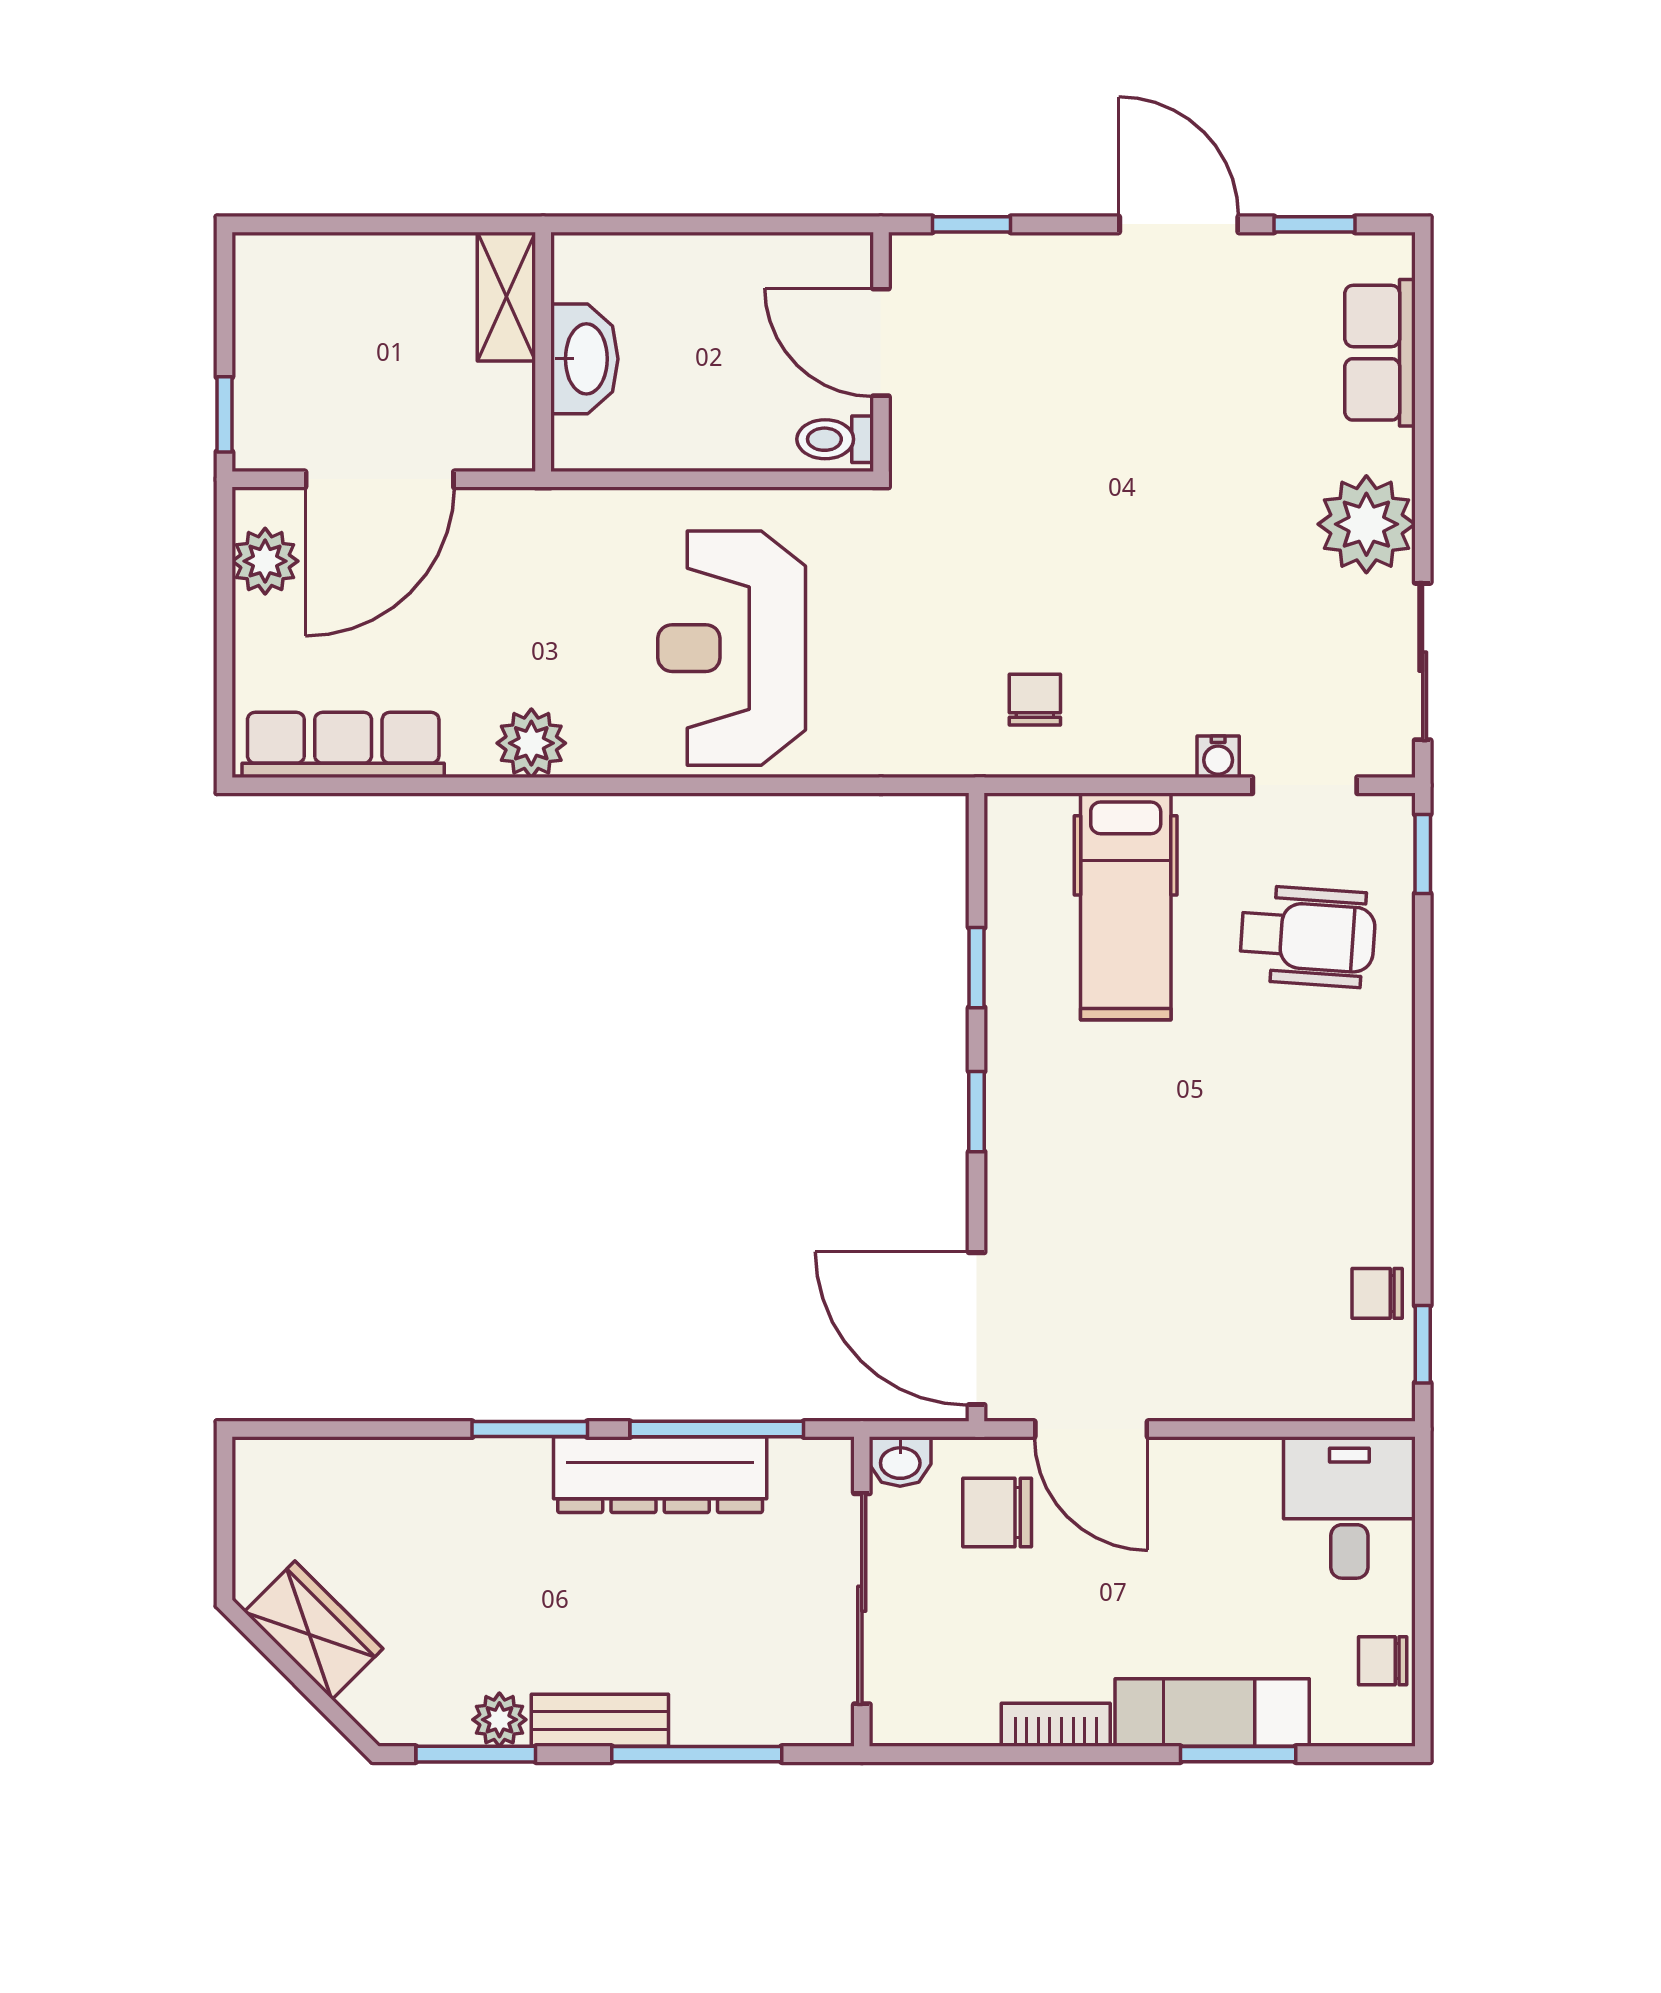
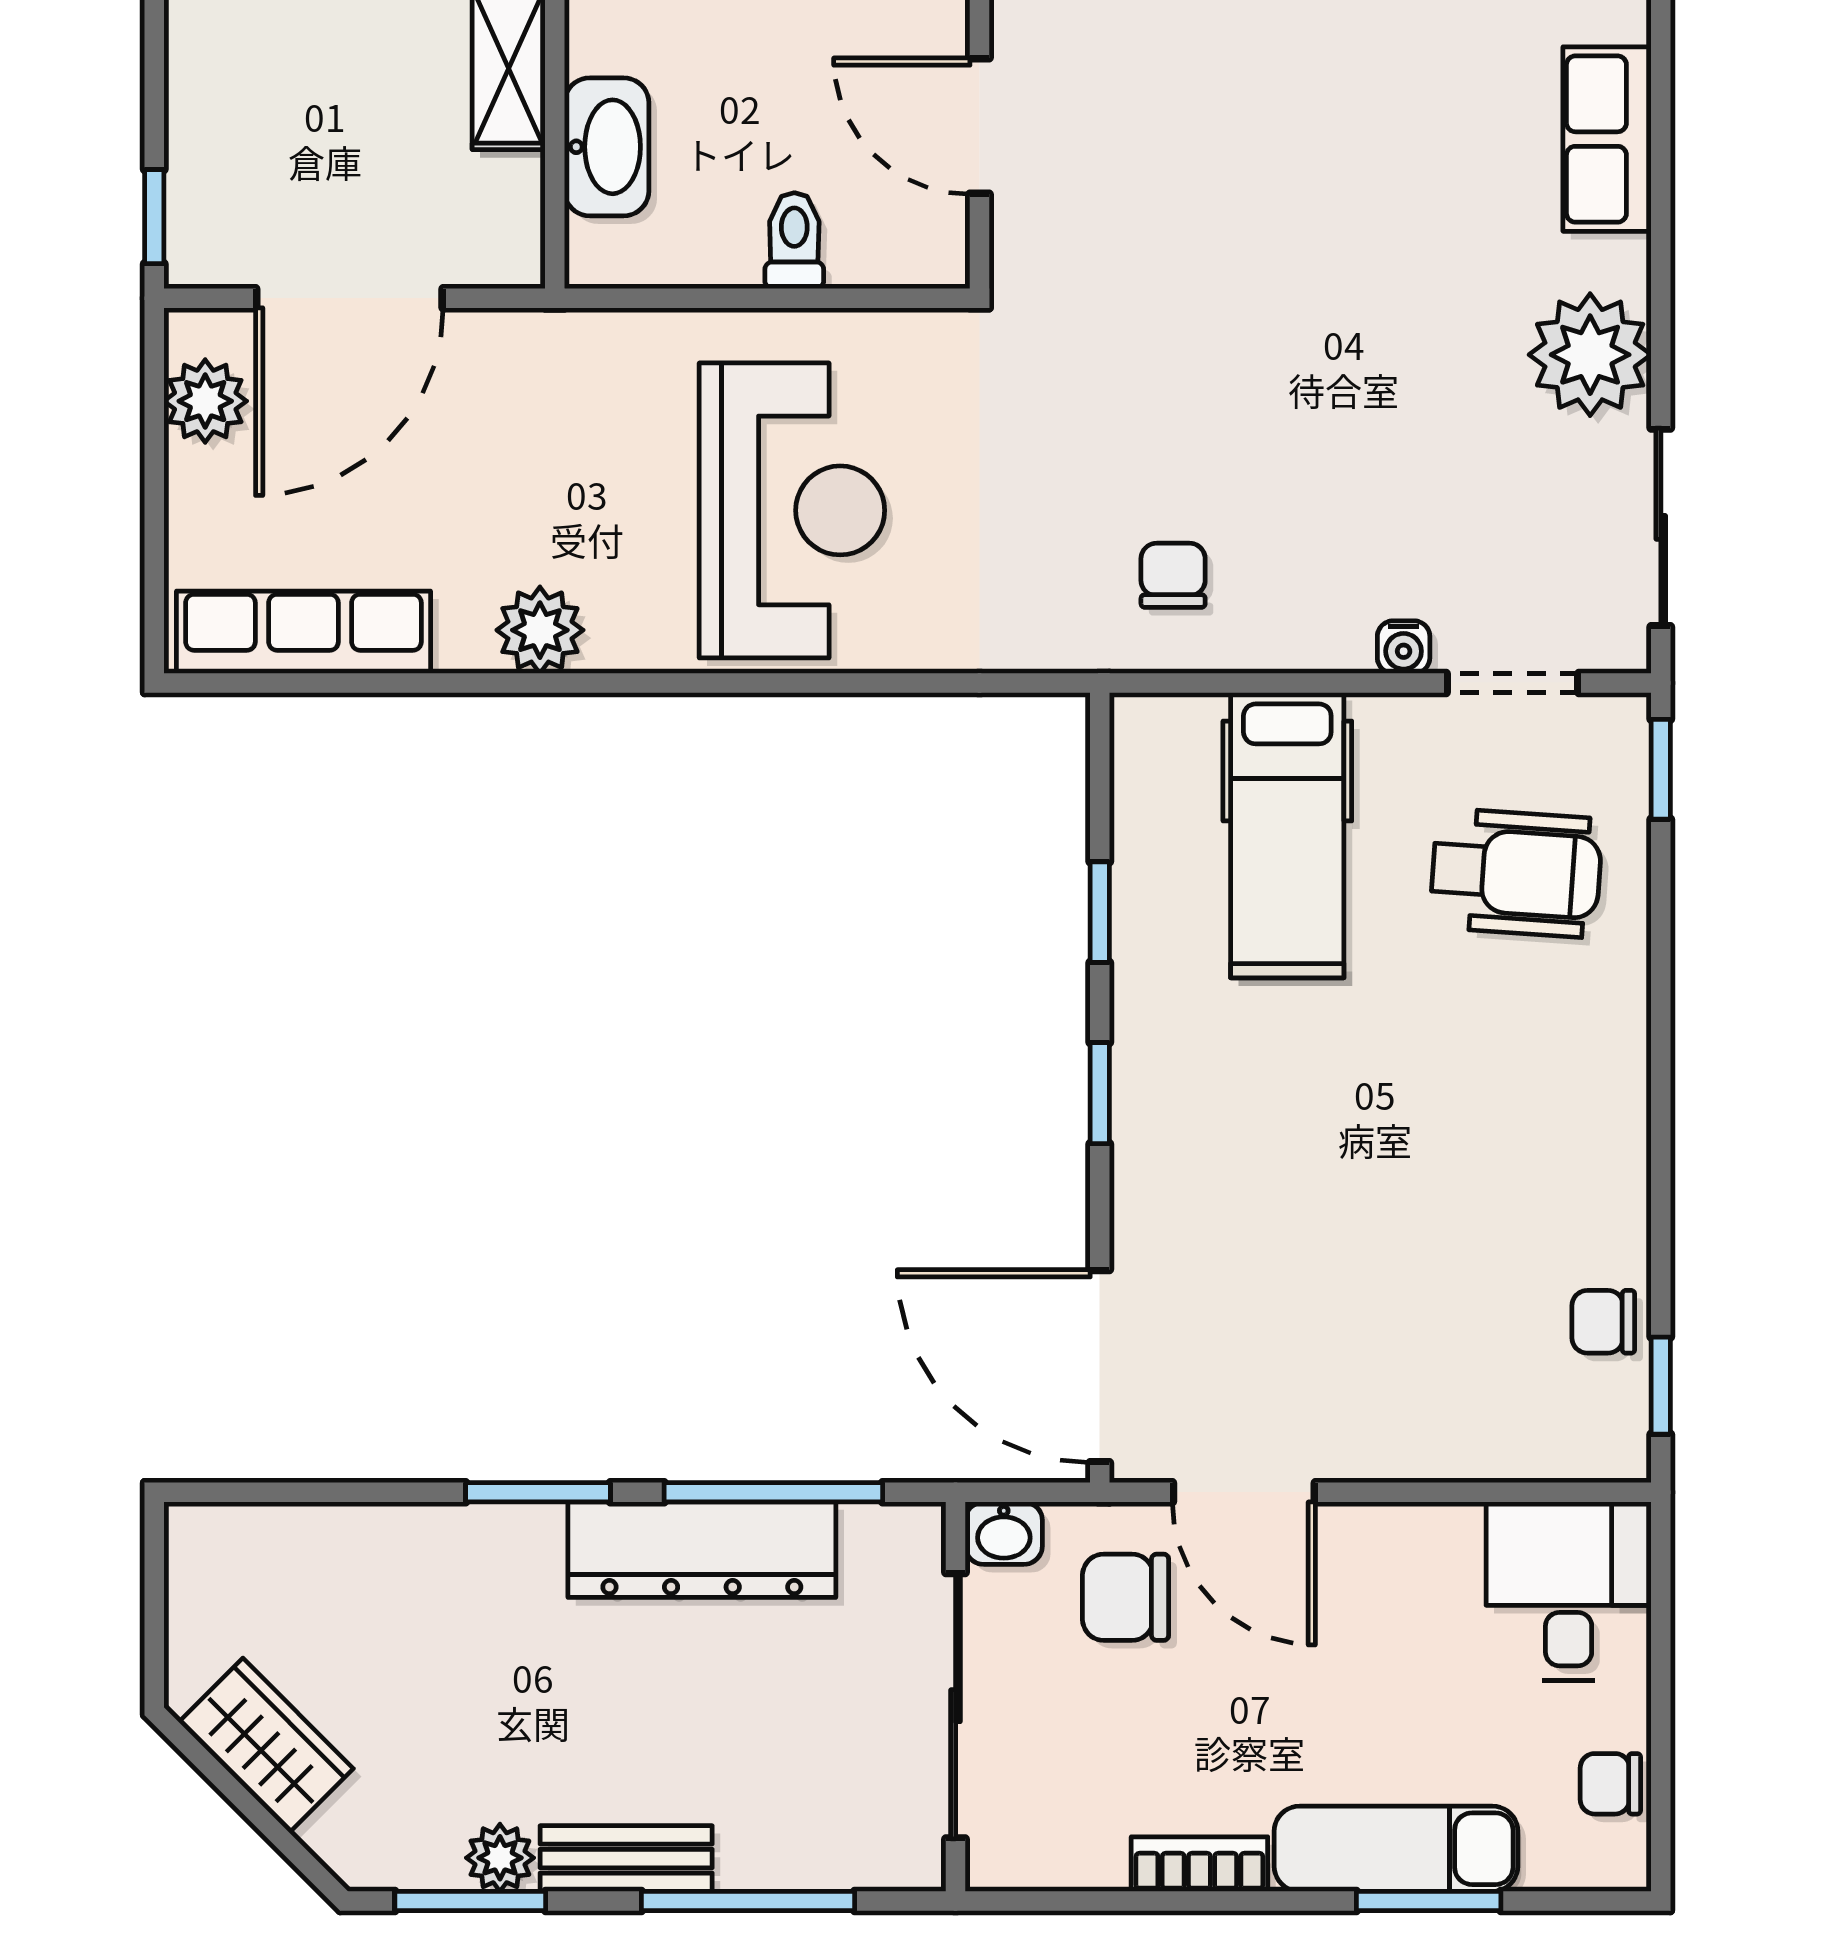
toilet: (835, 439) -> (794, 241), moved, turned 90
reception desk: (732, 648) -> (792, 510), turned 180

